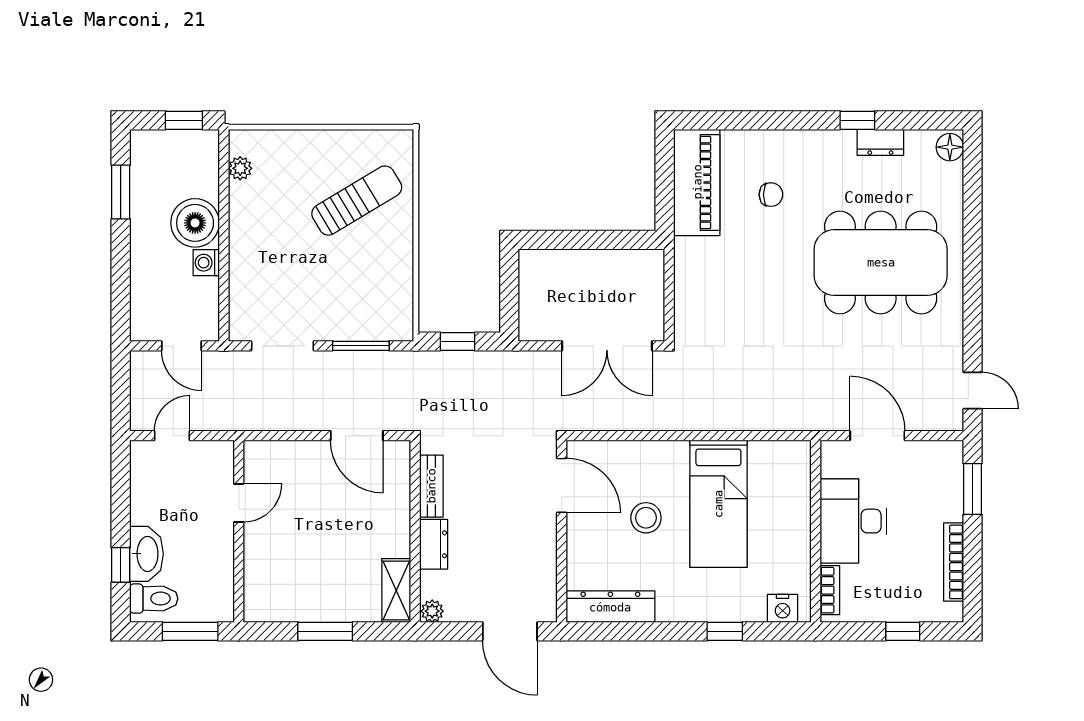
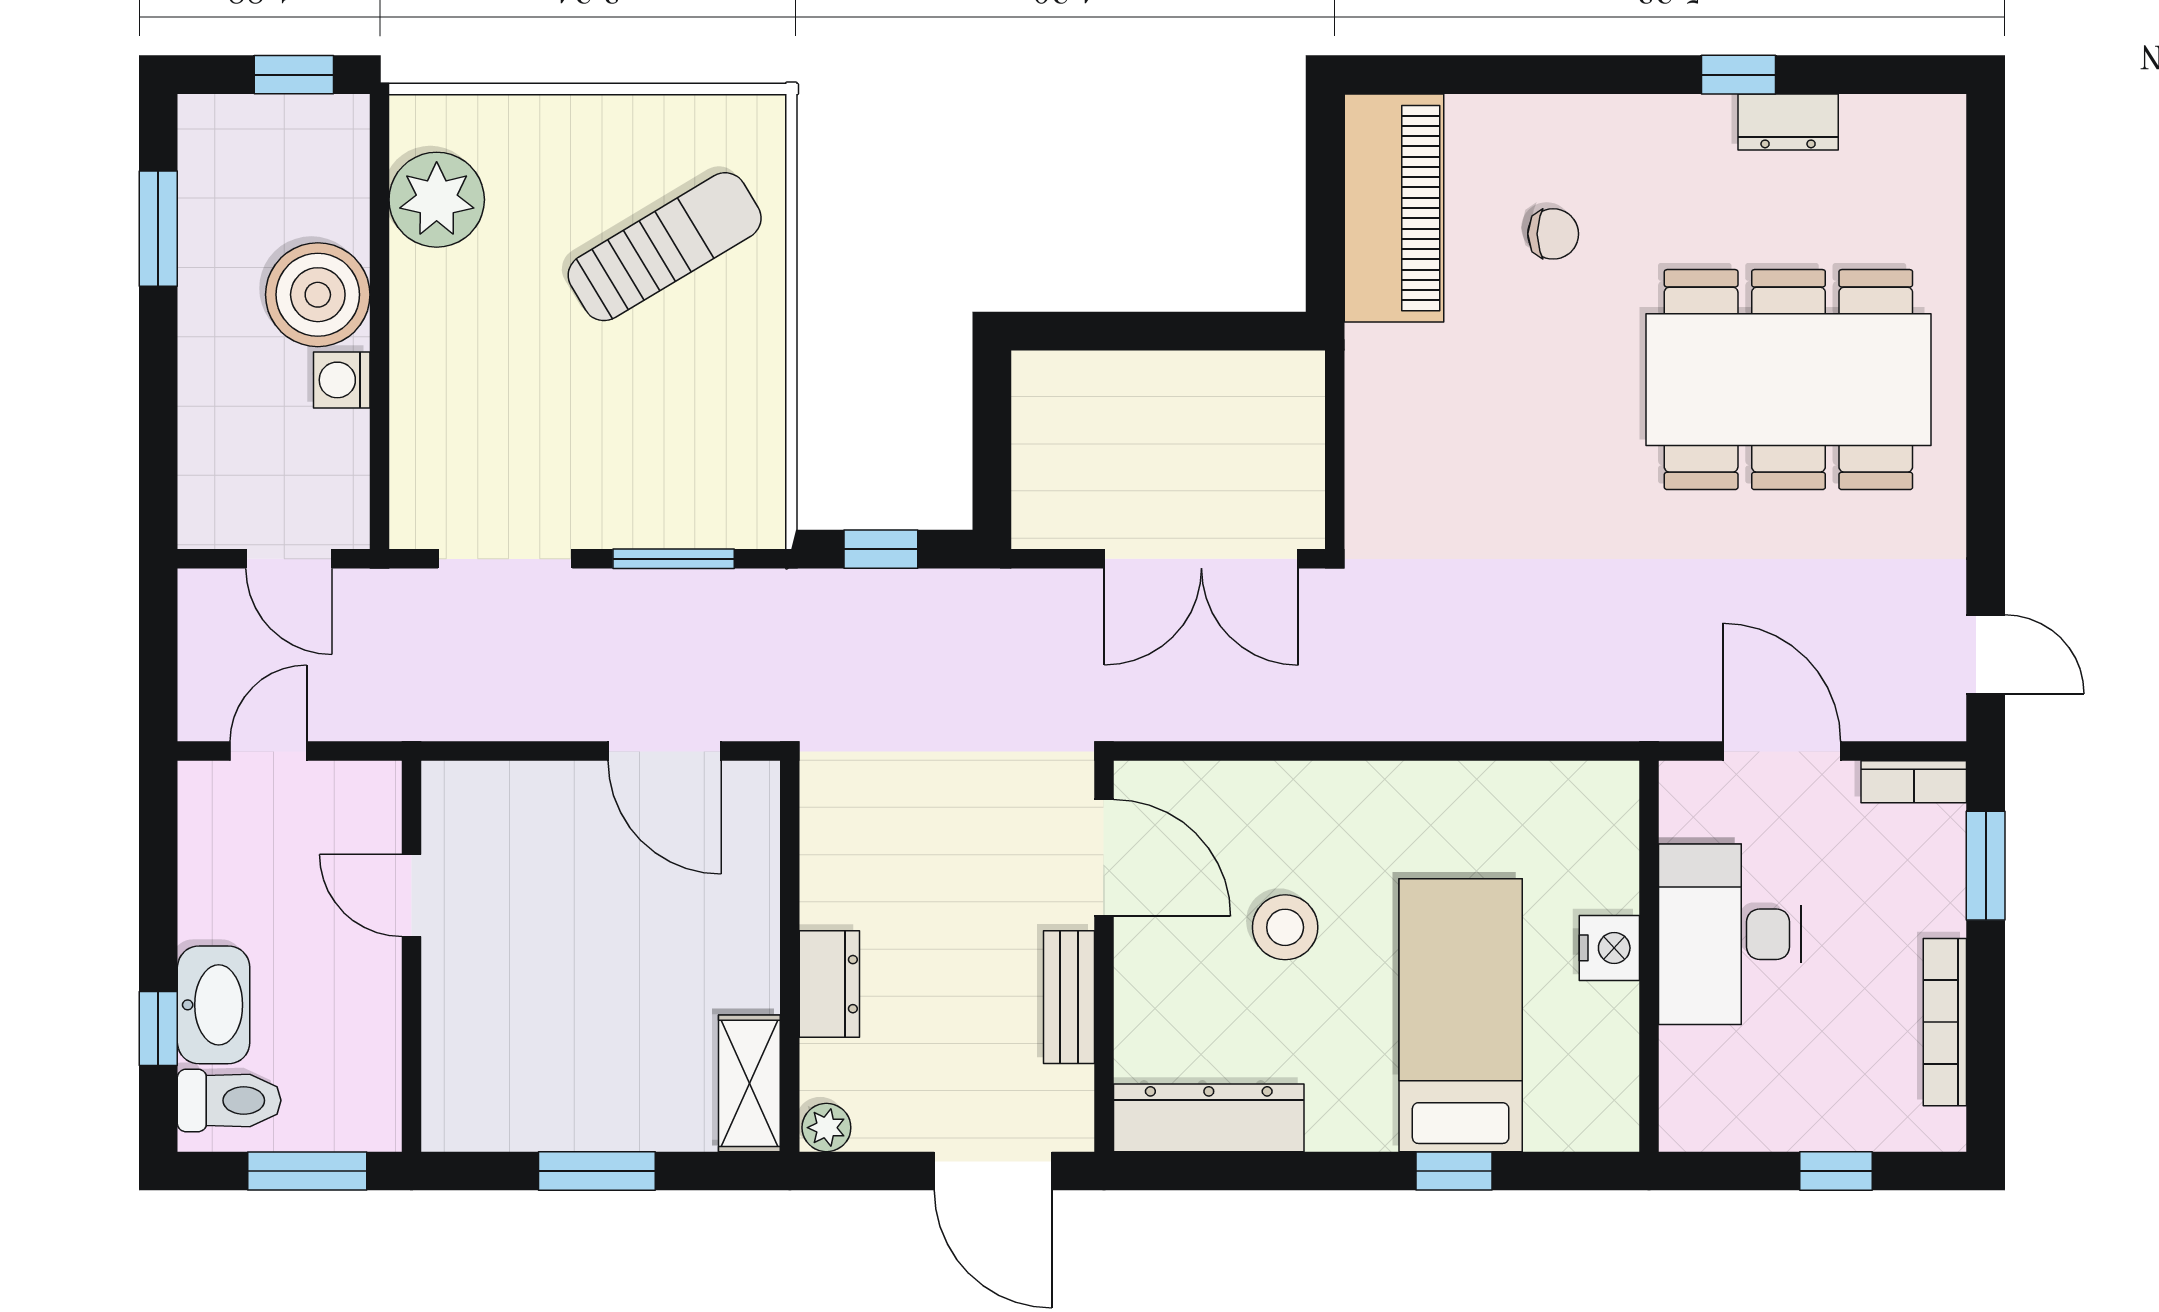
floor lamp: (950, 147) -> (1937, 132), removed
plant: (240, 168) -> (437, 200), width x1.88, depth x1.88
bench: (431, 486) -> (1069, 997), moved
door: (239, 503) -> (412, 895), swing flipped
bed: (718, 504) -> (1461, 1015), moved, turned 180
bookcase: (830, 590) -> (1914, 782), moved, turned 90
nightstand: (783, 608) -> (1609, 948), moved, turned -90

